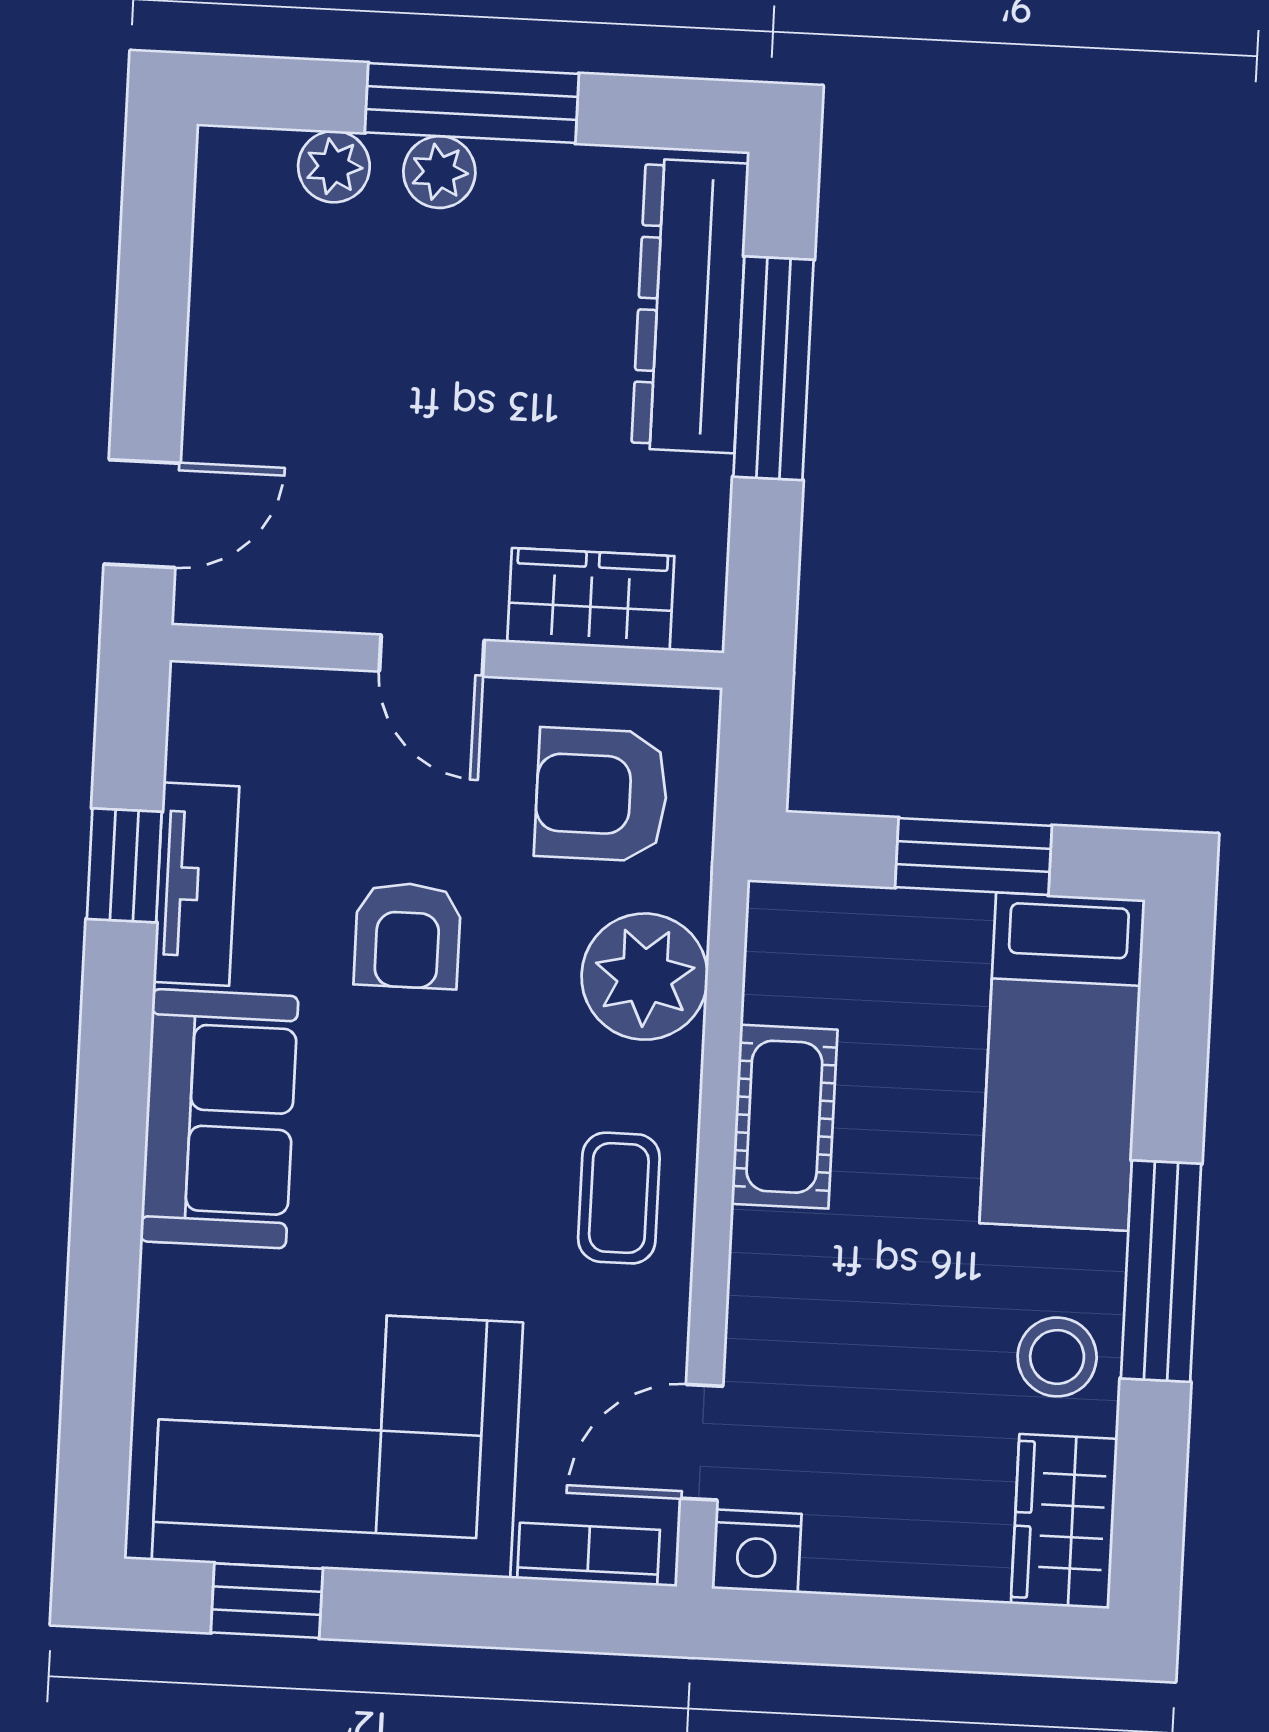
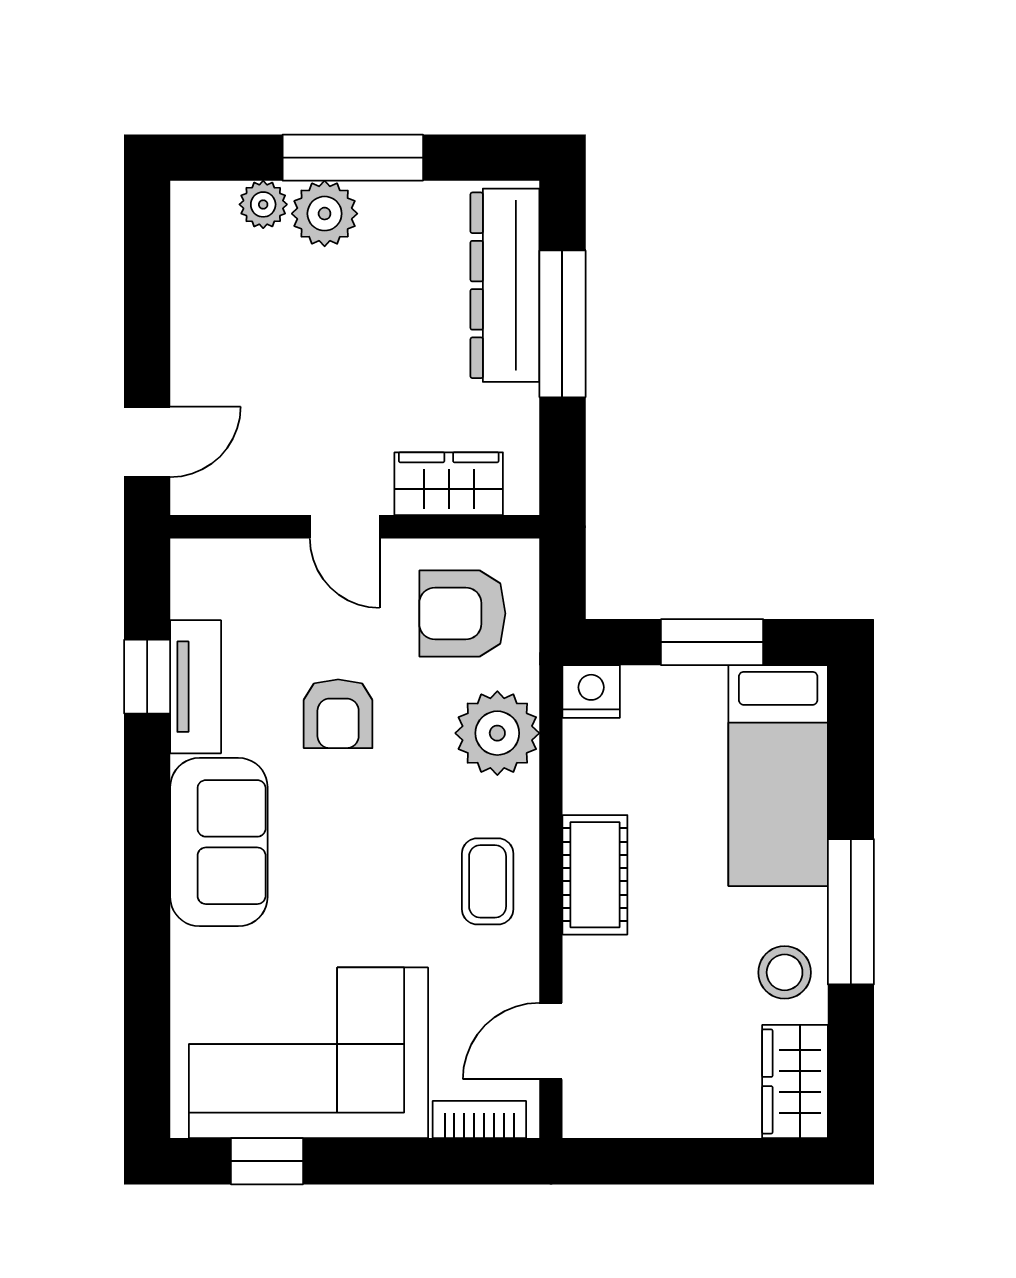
plant: (439, 172) -> (325, 214), width x1.38, depth x1.38
cot: (784, 1117) -> (595, 875), moved
nightstand: (757, 1551) -> (591, 692), moved, turned 180

